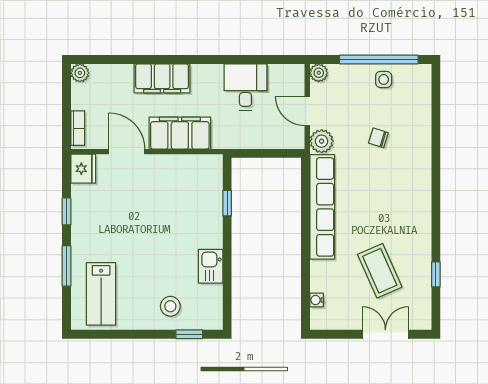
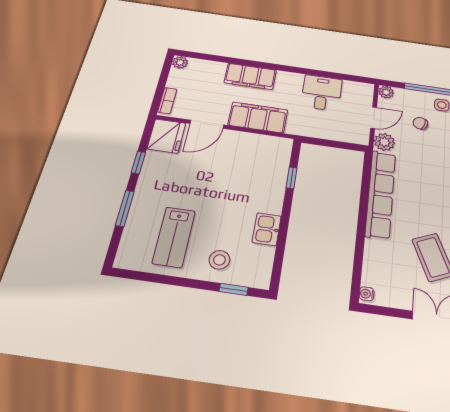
door: (307, 111) -> (374, 118), swing flipped
chair: (378, 138) -> (420, 123), moved
door: (127, 152) -> (207, 124), swing flipped
fridge: (83, 169) -> (166, 136), width x1.36, depth x1.34
lab bench: (101, 294) -> (174, 237), moved
water cooler: (317, 300) -> (367, 294), moved

